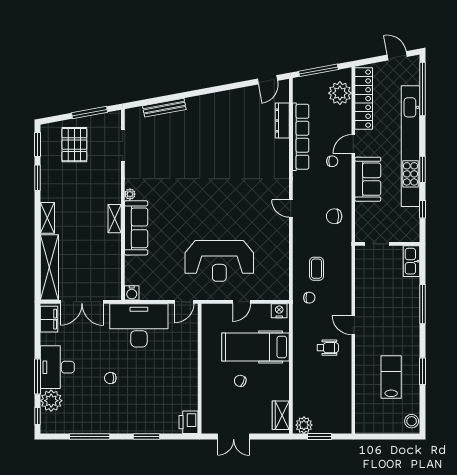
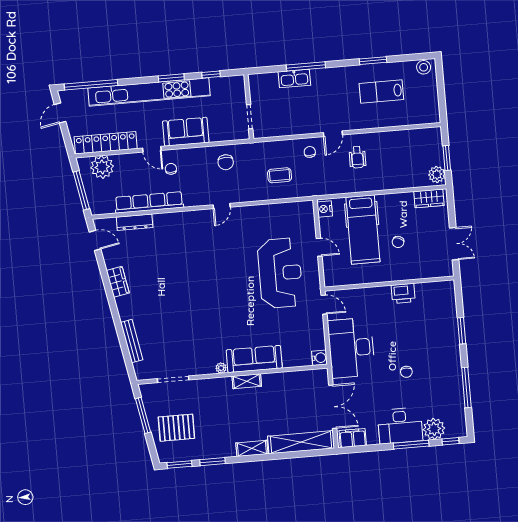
wardrobe: (225, 99) -> (118, 282), added
kitchen sink: (411, 261) -> (294, 79), moved
chair: (309, 298) -> (310, 152), moved
wheelchair: (328, 348) -> (357, 157), turned 180
printer: (189, 422) -> (403, 293), moved

